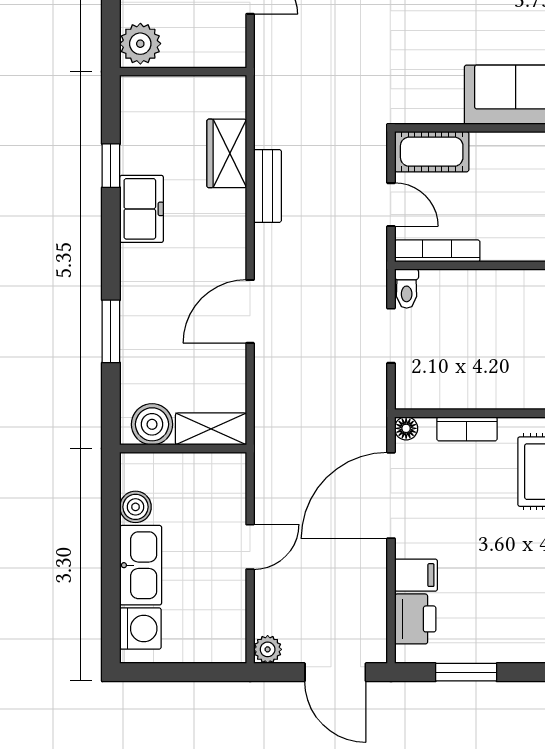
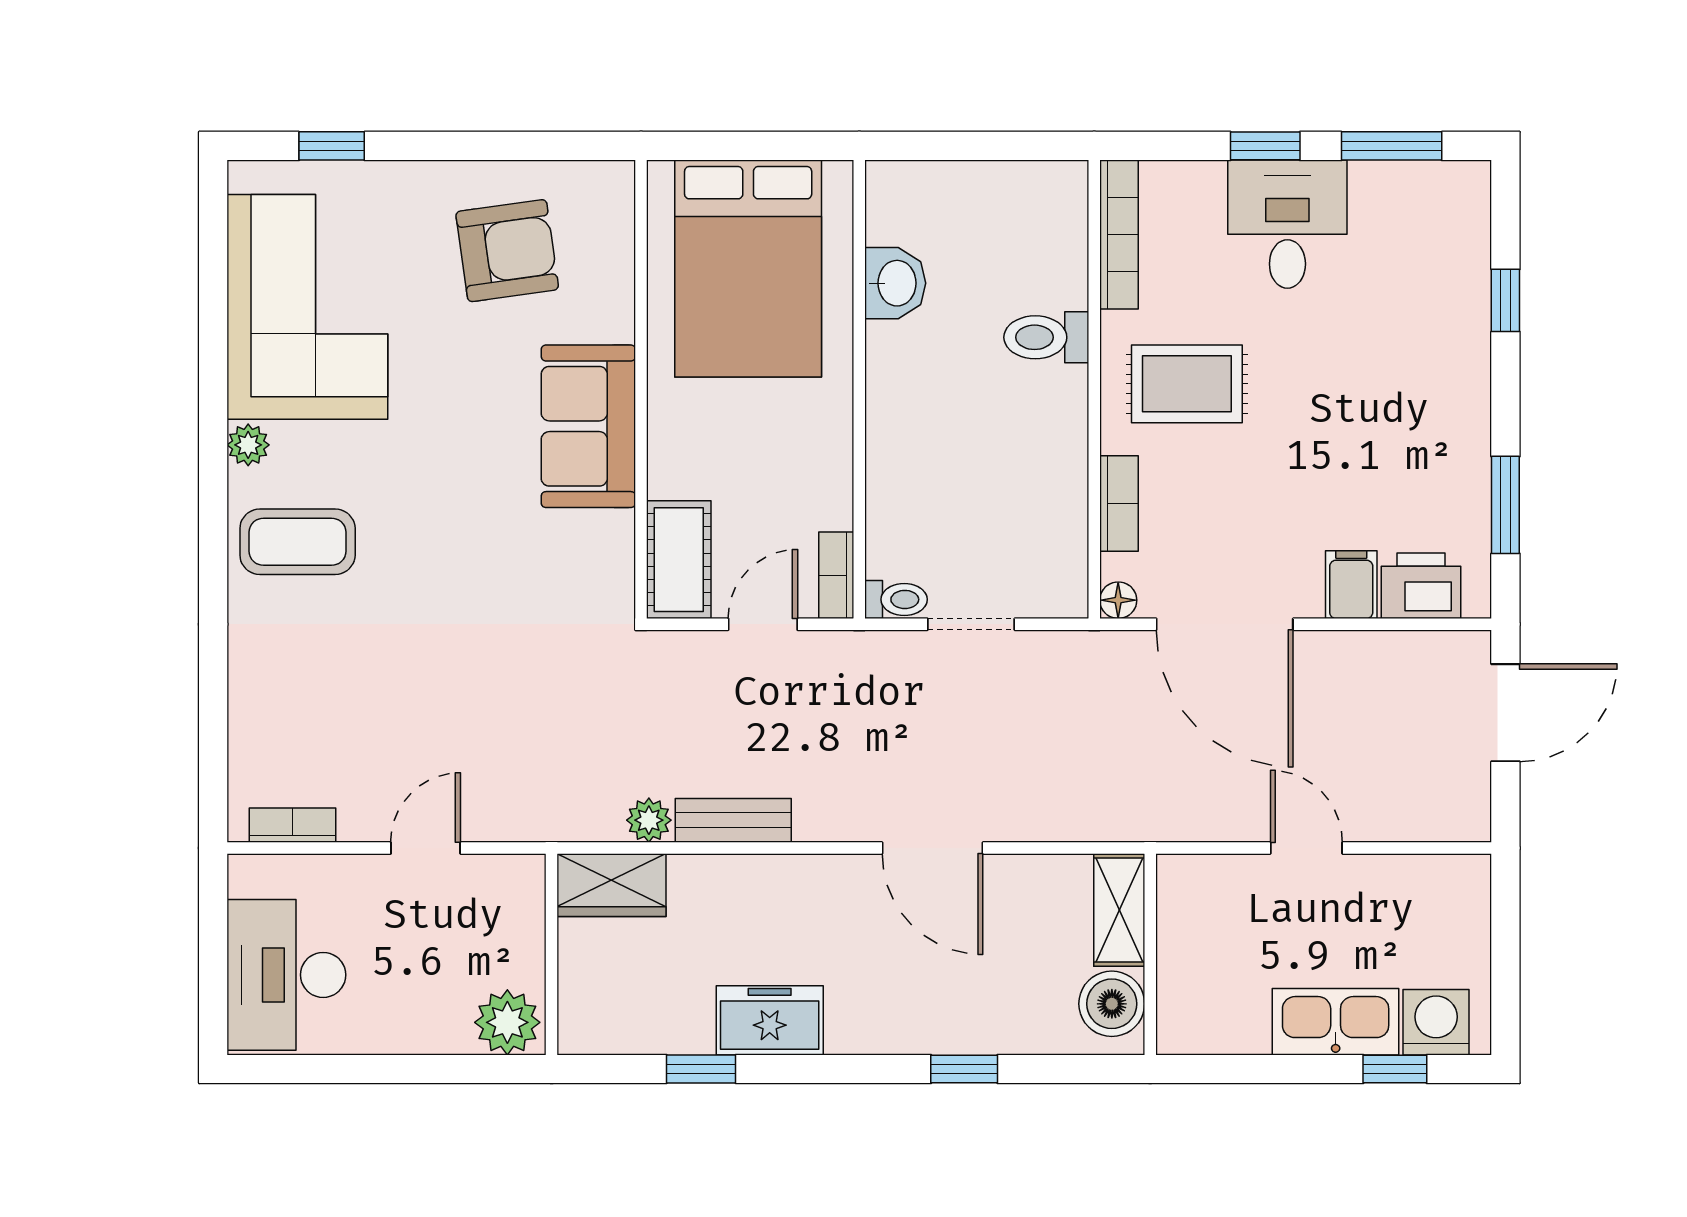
wardrobe: (227, 153) -> (611, 885), moved
bookcase: (437, 251) -> (836, 575), width x0.64
window: (111, 331) -> (964, 1069), width x0.67
boiler: (135, 507) -> (1243, 1030), removed
window: (111, 603) -> (1395, 1069), added
plant: (268, 649) -> (649, 820), moved

